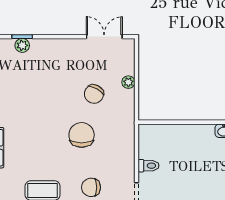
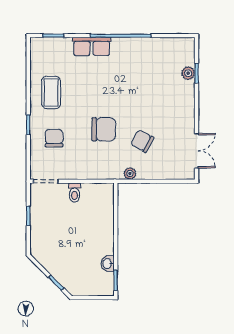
plant: (128, 82) -> (130, 174), moved

